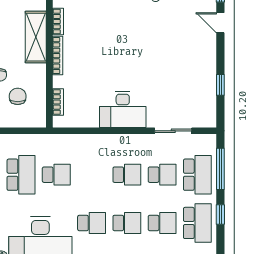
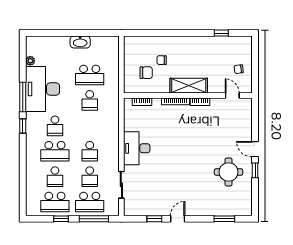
door: (220, 23) -> (178, 219), moved
school desk: (127, 223) -> (55, 151), width x1.85

